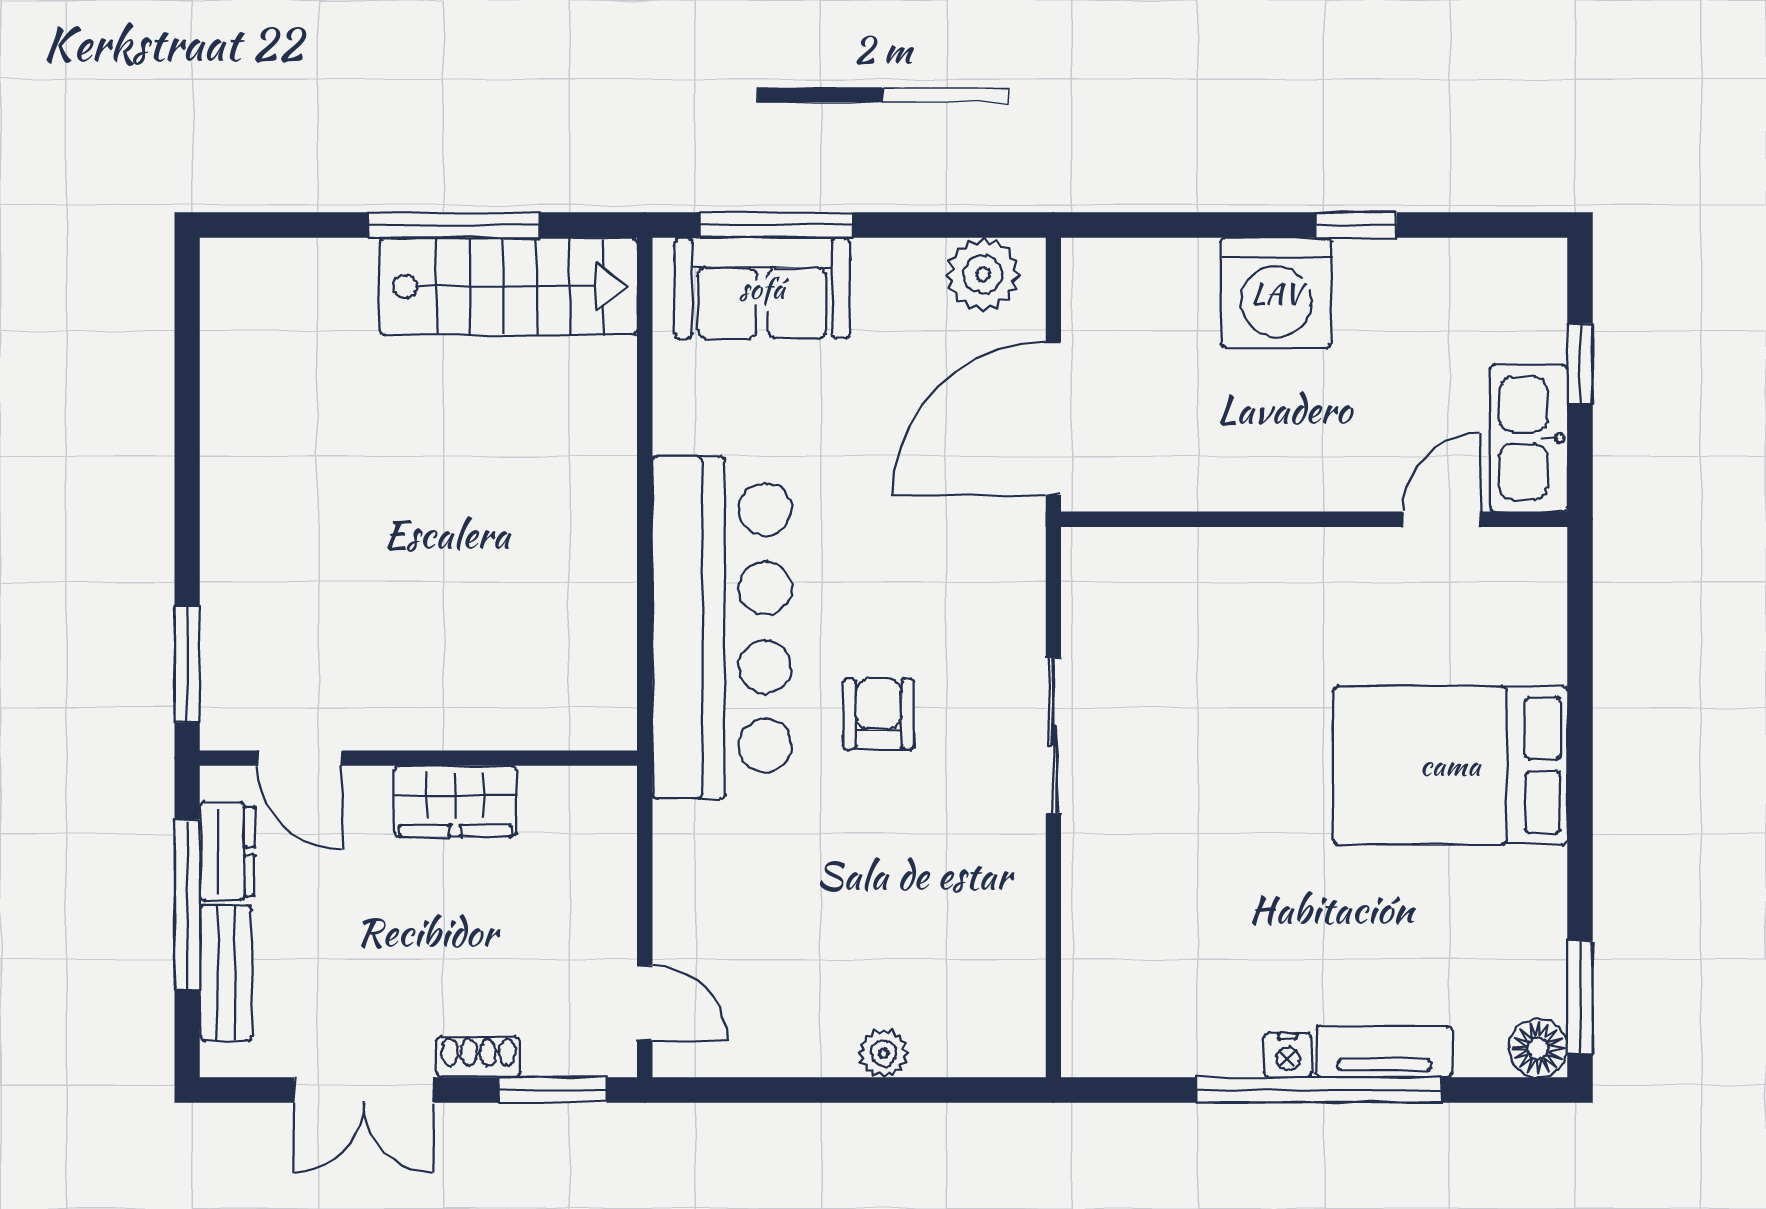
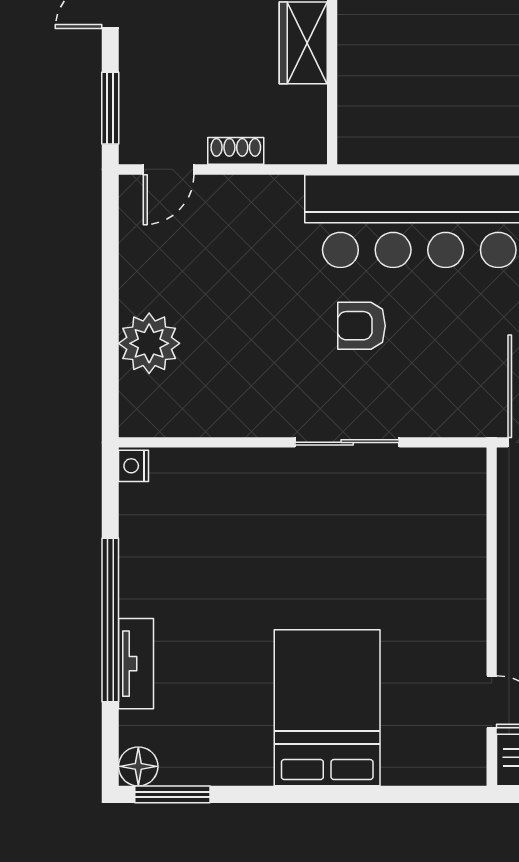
armchair: (879, 714) -> (361, 326), turned 180
plant: (884, 1053) -> (149, 343), width x1.88, depth x1.88
nightstand: (1288, 1055) -> (134, 466), moved
shoe rack: (478, 1057) -> (236, 151), moved, turned -90

